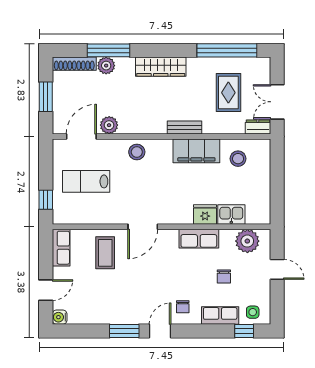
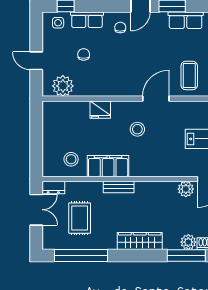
stool: (137, 152) -> (137, 129), moved
kitchen sink: (231, 214) -> (77, 110), removed
row of seats: (199, 239) -> (186, 20), moved, turned 180

